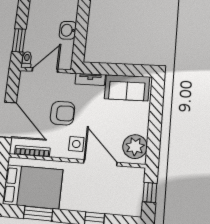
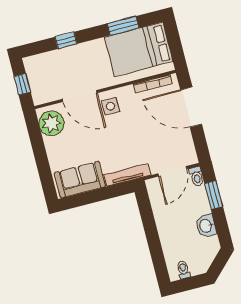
washbasin: (68, 30) -> (206, 226), moved, turned 180
tv unit: (90, 79) -> (127, 175), width x1.41
armchair: (62, 113) -> (136, 132), removed

